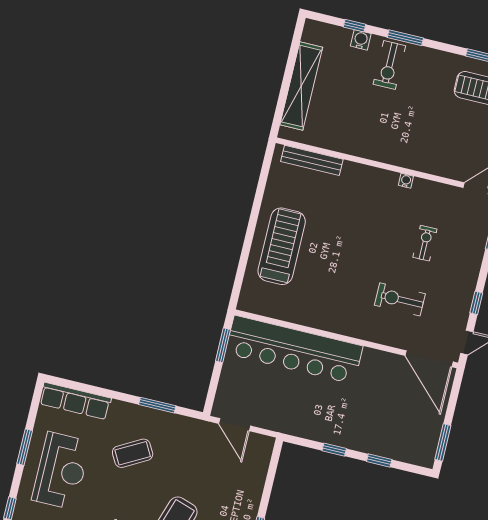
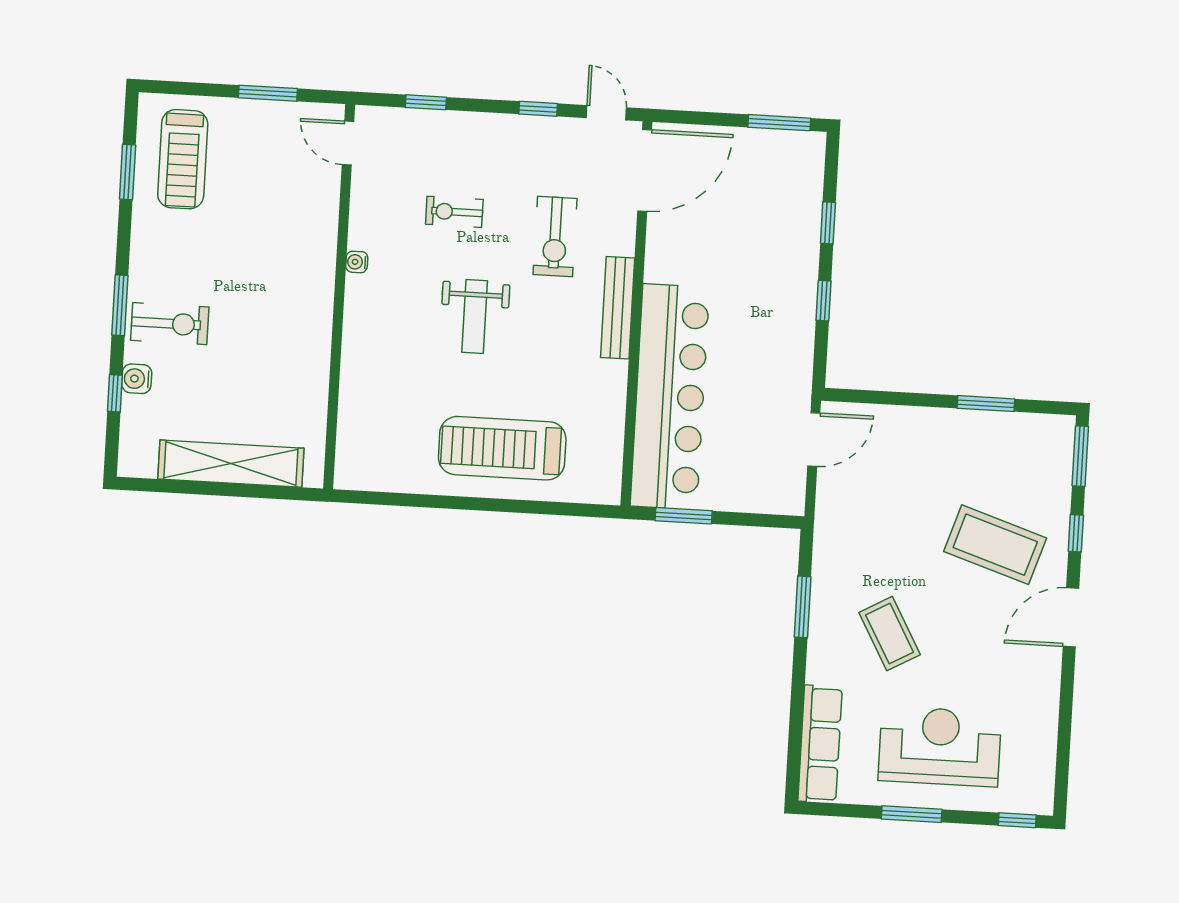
bench: (312, 160) -> (618, 308), moved
weight bench: (362, 244) -> (475, 317), added
door: (235, 425) -> (814, 440), moved

